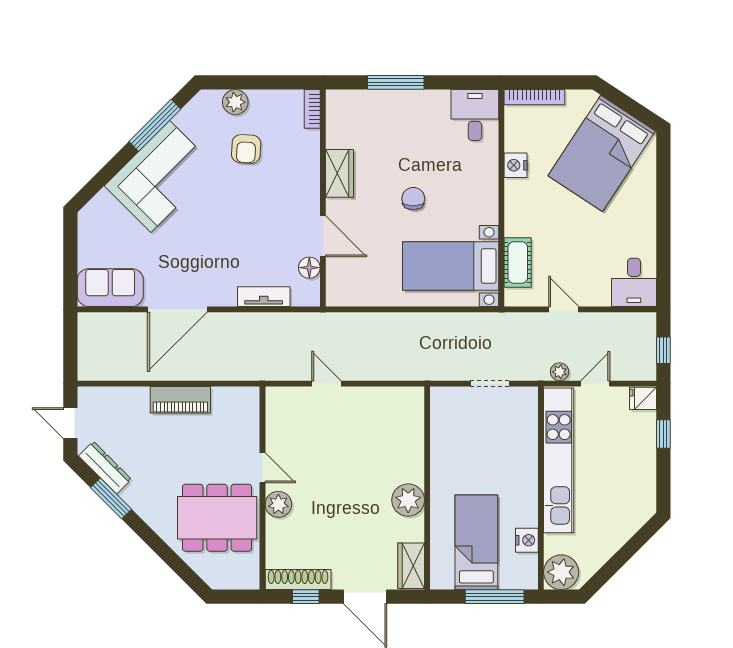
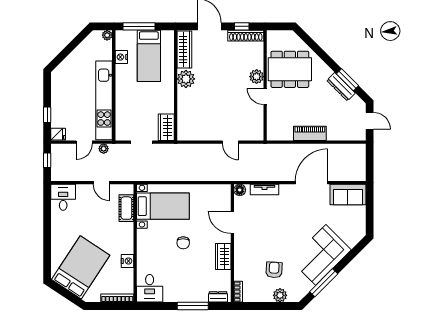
dresser: (349, 99) -> (218, 297), added
floor lamp: (309, 268) -> (240, 190), moved
wardrobe: (444, 411) -> (166, 127), added
dresser: (105, 468) -> (341, 87), moved
wardrobe: (411, 566) -> (184, 49), width x1.50
plant: (561, 572) -> (107, 35), width x0.53, depth x0.53

